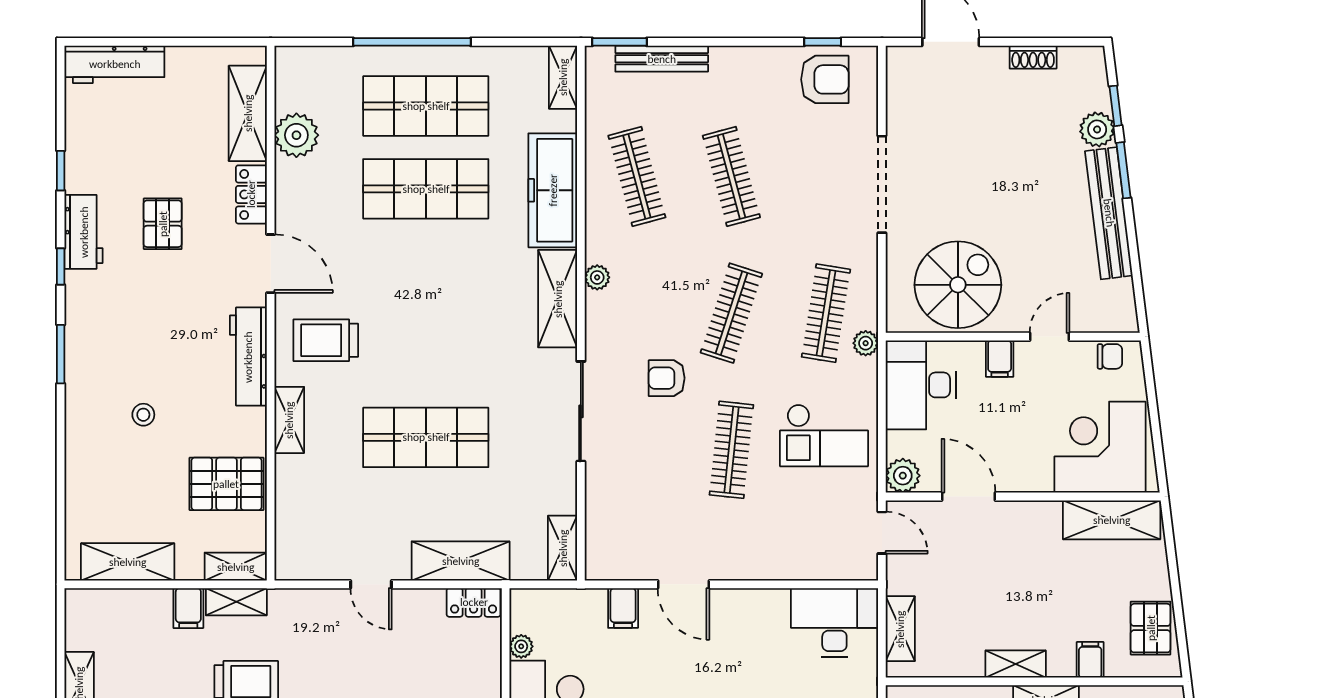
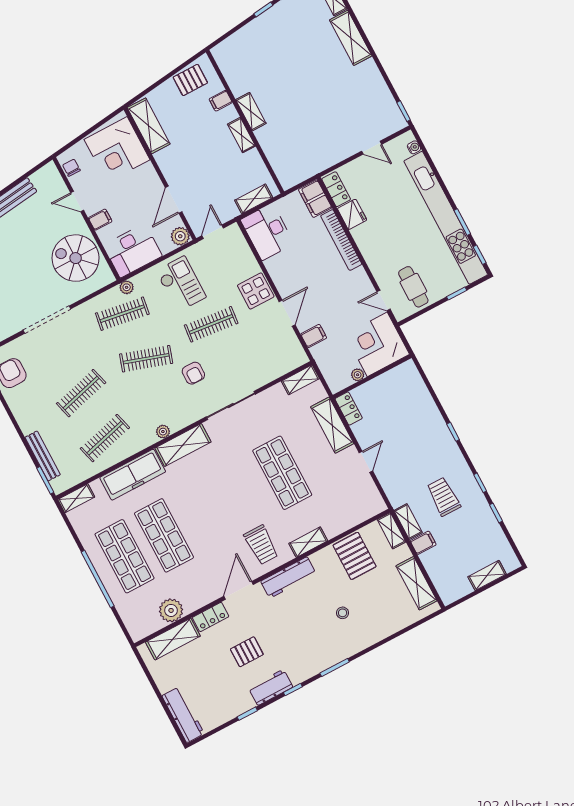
display table: (747, 552) -> (256, 291), added

